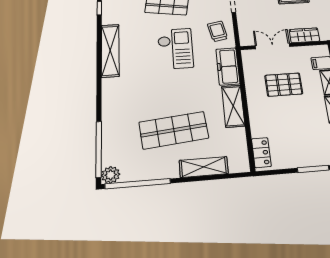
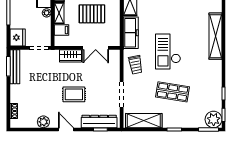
shelving: (110, 50) -> (216, 36), moved

